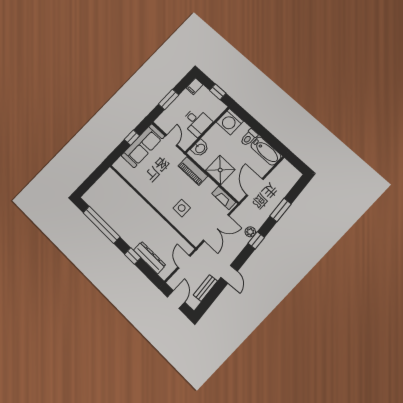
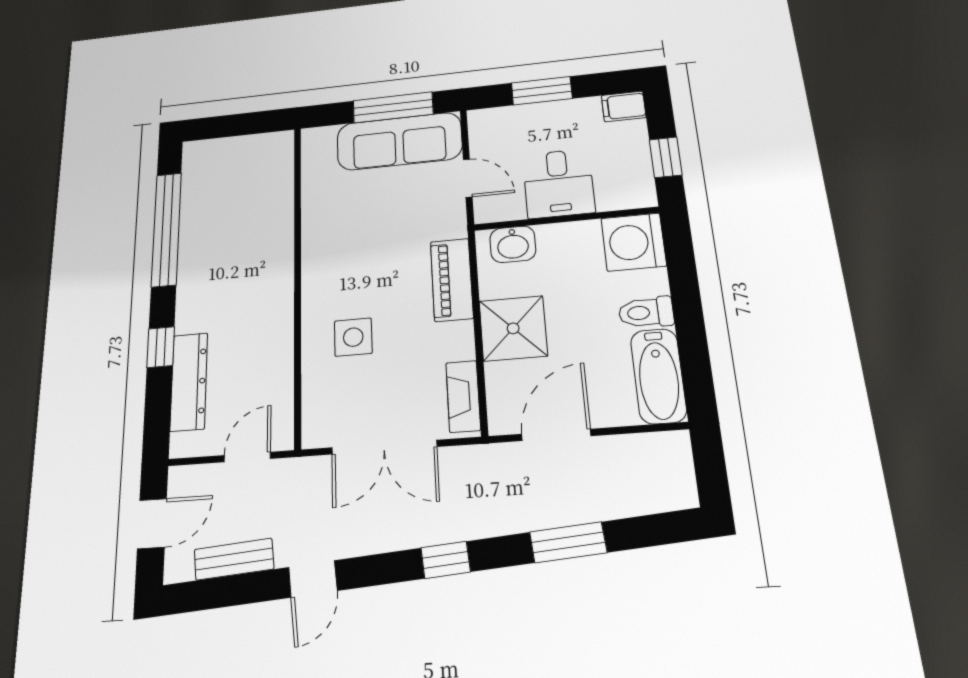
window: (132, 138) -> (393, 107), width x2.17
door: (171, 140) -> (468, 178), hinge flipped
plant: (250, 232) -> (451, 527), removed

